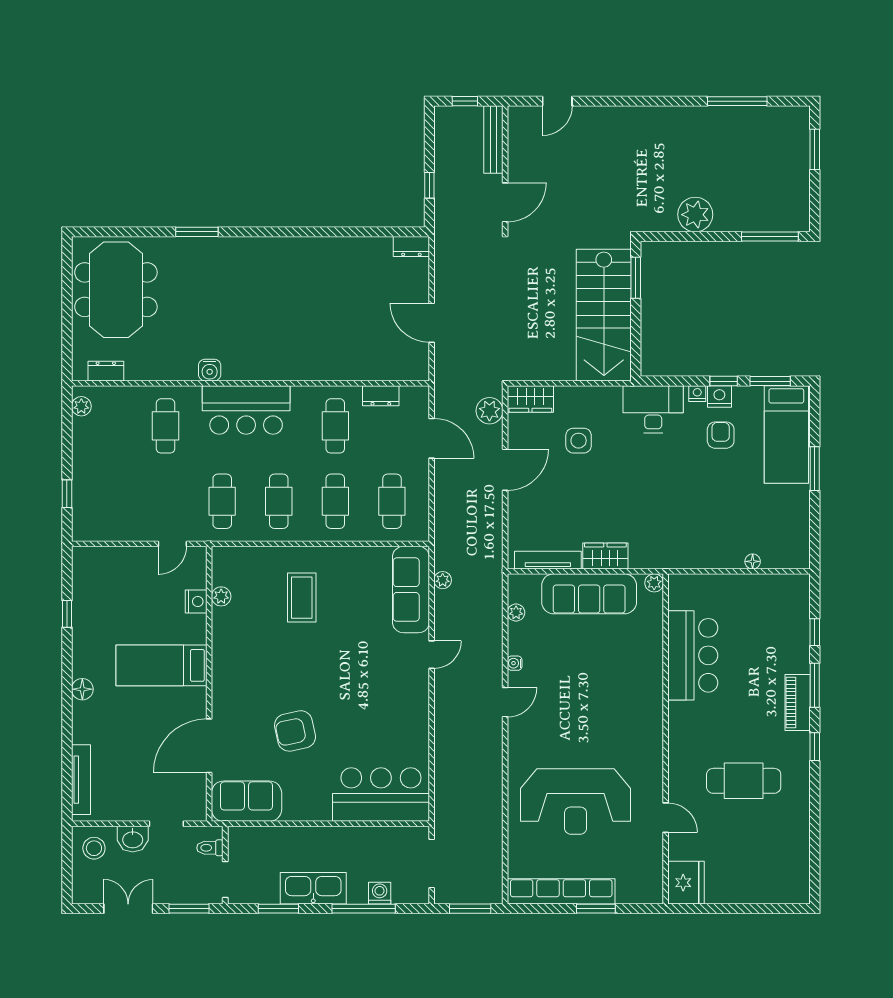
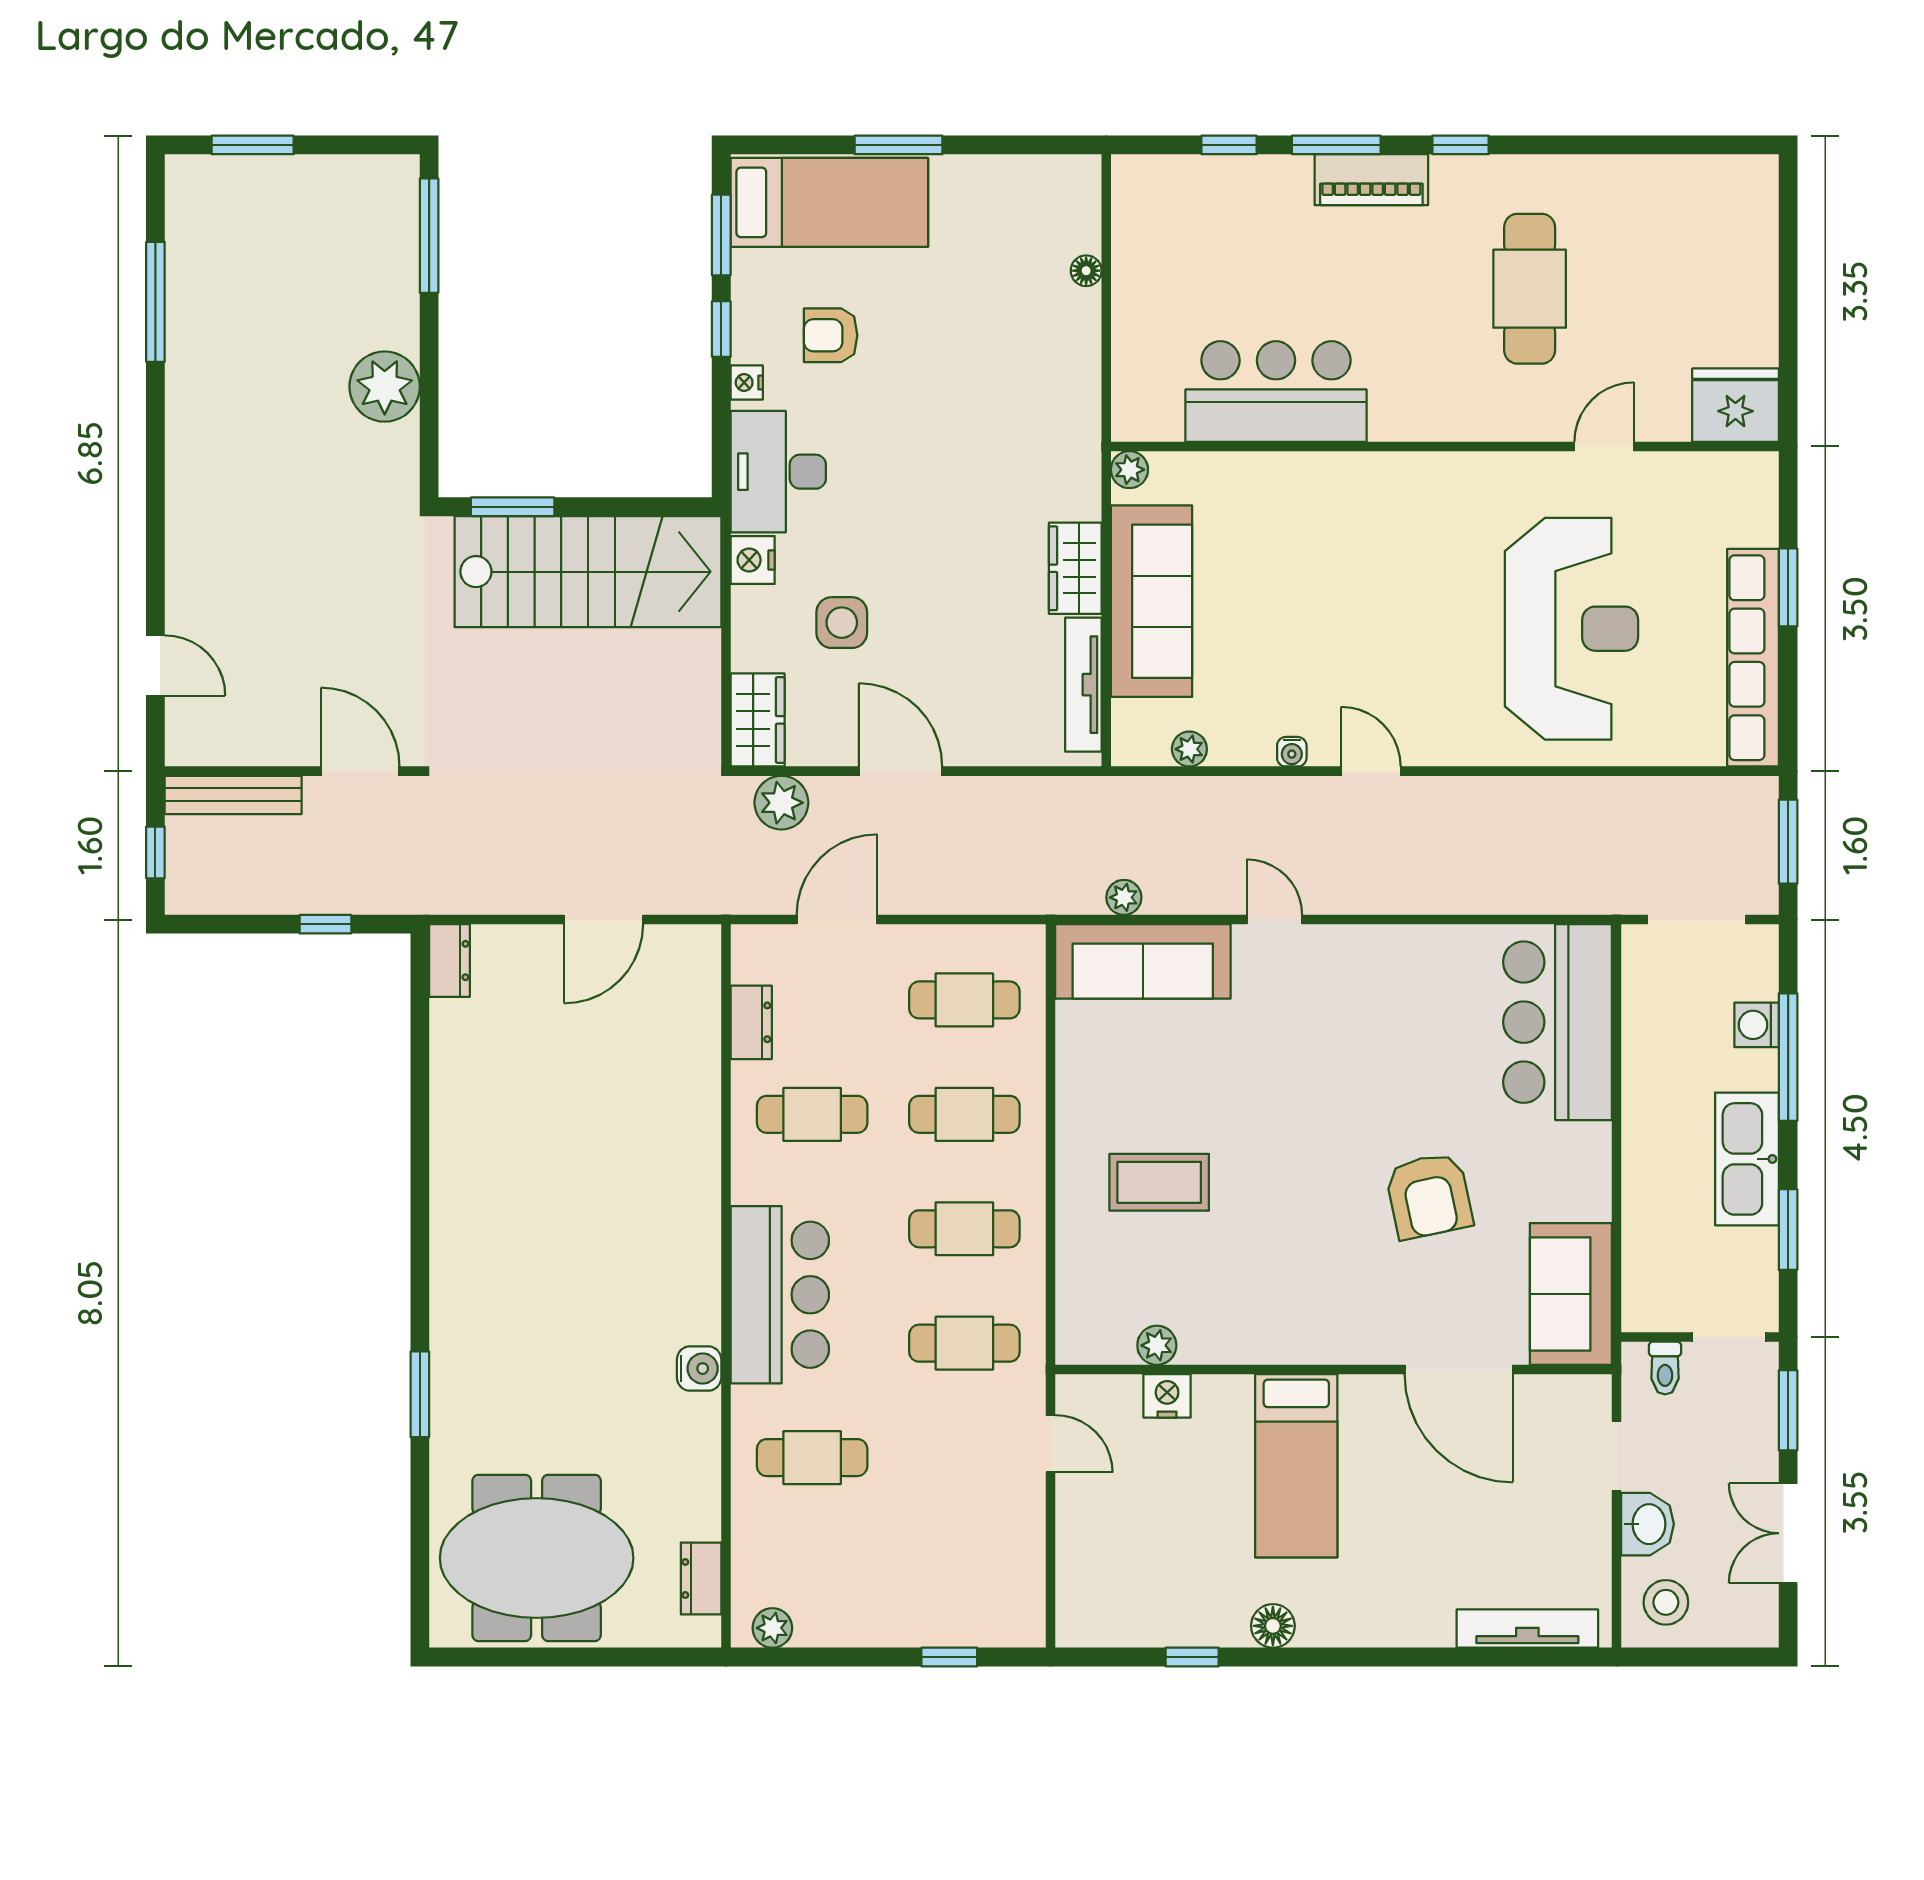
nightstand: (719, 397) -> (753, 560), moved
floor lamp: (82, 689) -> (1273, 1626), moved

